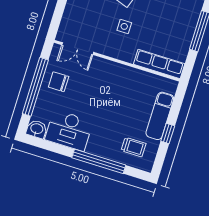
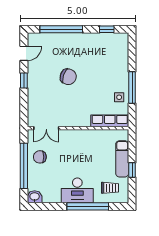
side table: (124, 26) -> (119, 97), moved
desk: (69, 130) -> (77, 190), moved

